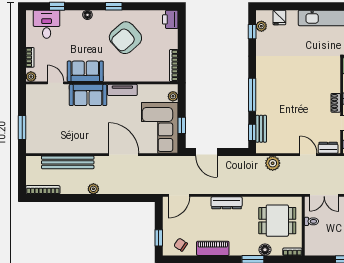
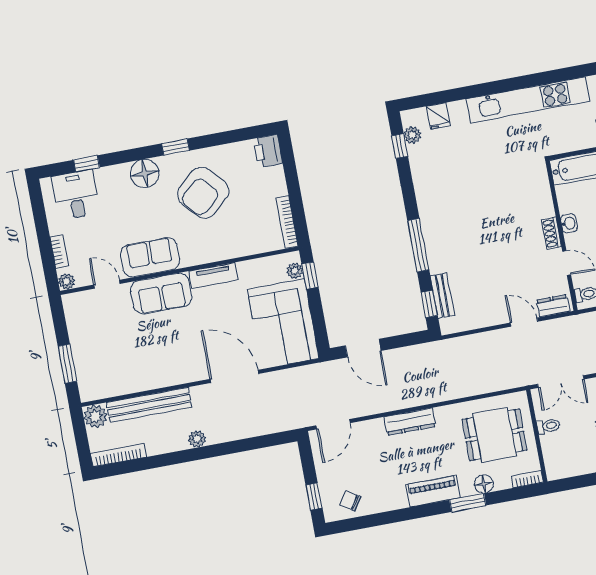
floor lamp: (87, 15) -> (145, 173), width x1.89, depth x1.89
window: (182, 125) -> (310, 276), moved
plant: (273, 163) -> (95, 416), moved
piano: (213, 248) -> (433, 491), moved

